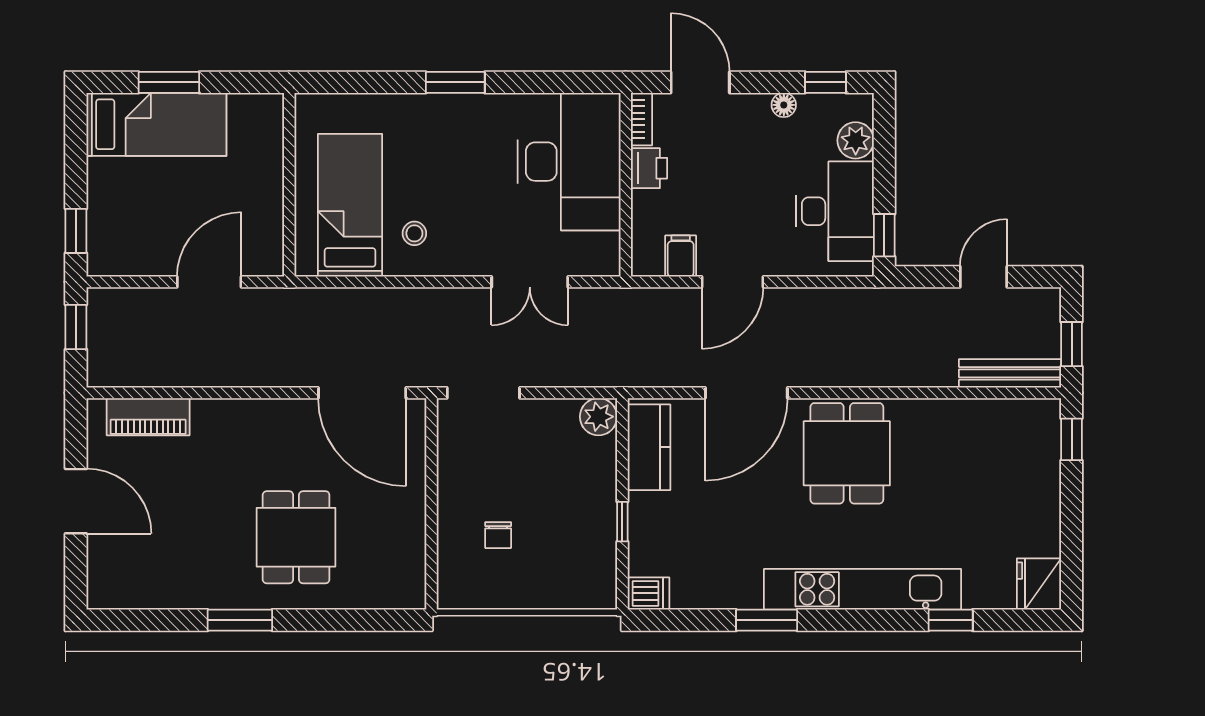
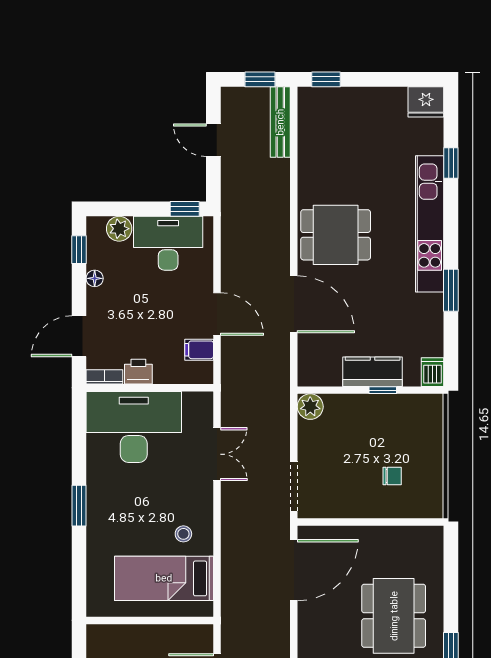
kitchen counter: (649, 447) -> (373, 372), moved
dining table: (296, 537) -> (394, 616), width x1.37

